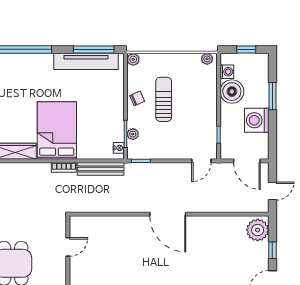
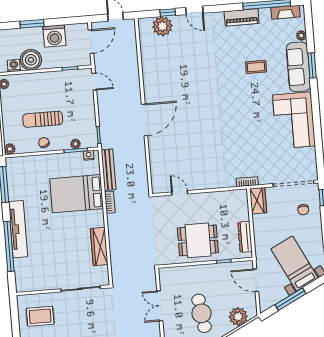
tv unit: (86, 61) -> (18, 229), moved
bed: (57, 131) -> (77, 194), moved
door: (168, 214) -> (145, 120), moved
plant: (258, 230) -> (162, 26), moved

